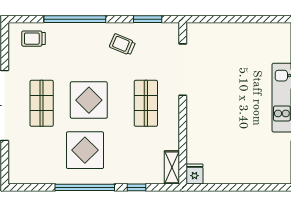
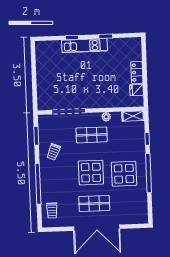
plant: (173, 126) -> (106, 117), added
fridge: (195, 174) -> (136, 90), moved
locker: (238, 176) -> (137, 72), added

